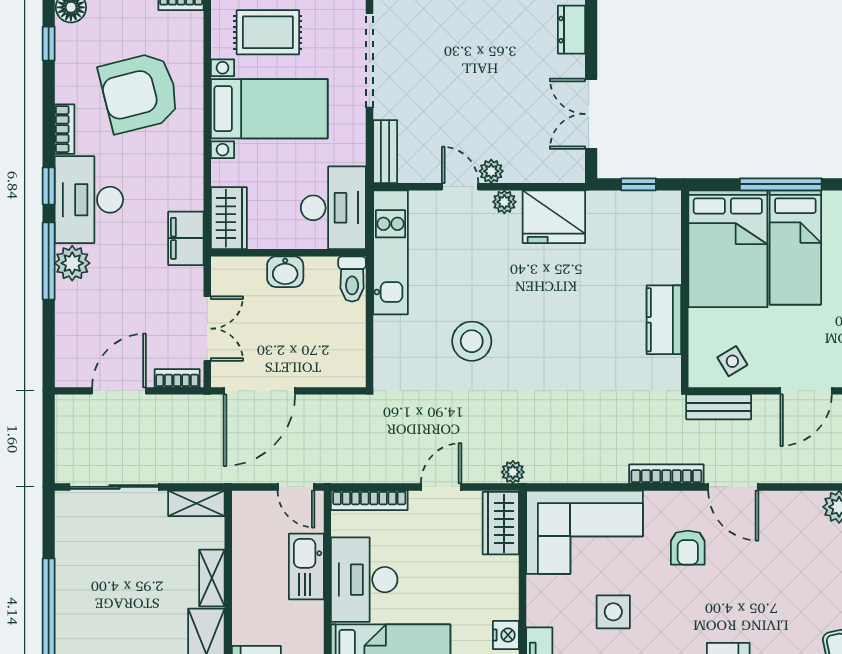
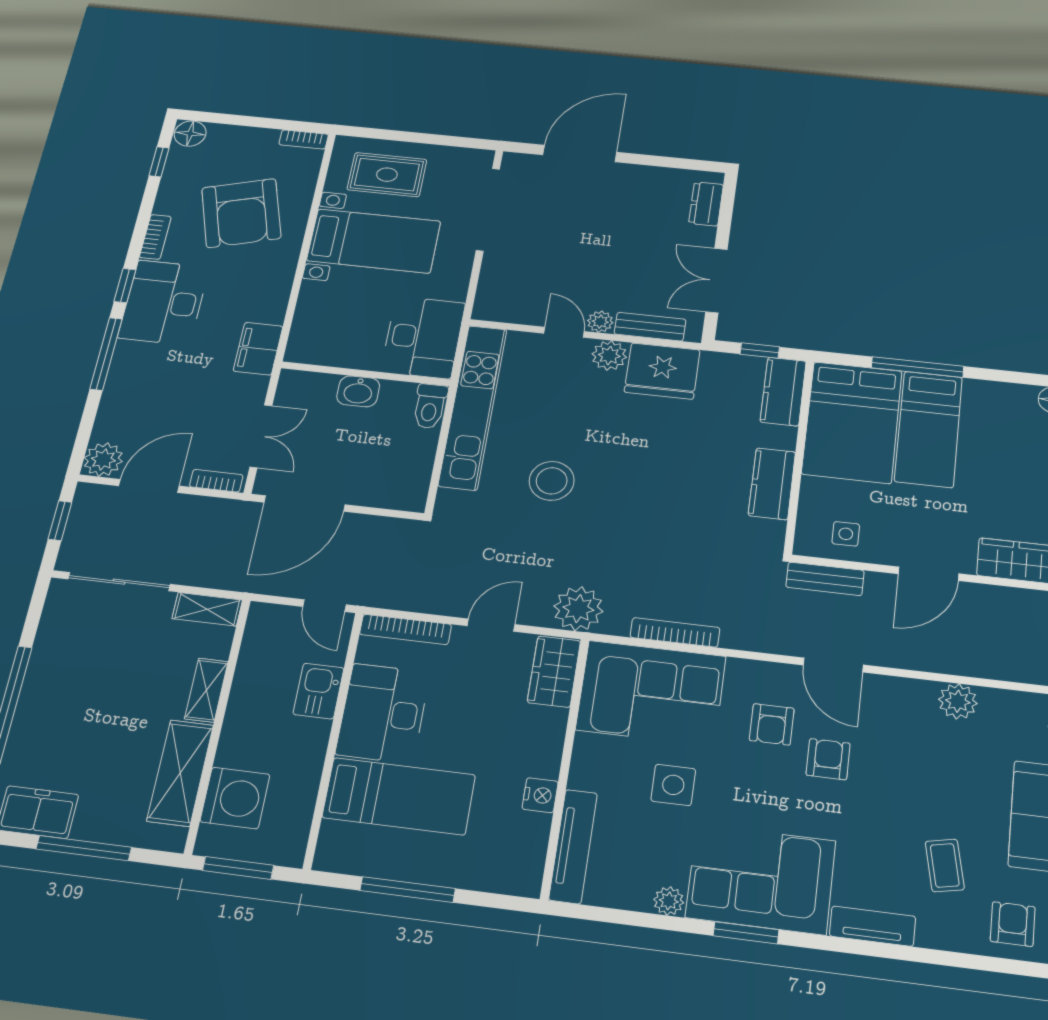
armchair: (139, 92) -> (241, 213), turned -92
bench: (385, 152) -> (650, 327), moved, turned 90
plant: (504, 202) -> (609, 356), width x1.38, depth x1.38
wardrobe: (229, 218) -> (308, 335), removed
kitchen counter: (664, 225) -> (783, 391), added
kitchen unit: (390, 252) -> (473, 407), width x1.36
plant: (72, 263) -> (103, 460), moved
side table: (732, 361) -> (846, 534), turned 31
window: (49, 435) -> (60, 521), added
plant: (513, 472) -> (578, 609), width x1.88, depth x1.88
bookcase: (666, 474) -> (675, 632), moved
kitchen sink: (306, 566) -> (318, 691), width x0.73
armchair: (737, 573) -> (828, 759), added

